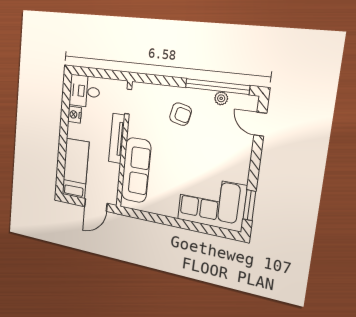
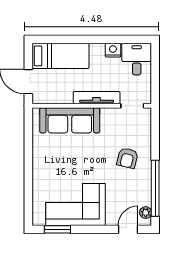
plant: (221, 98) -> (146, 213), moved
corner sofa: (212, 203) -> (76, 204), moved, turned -90

